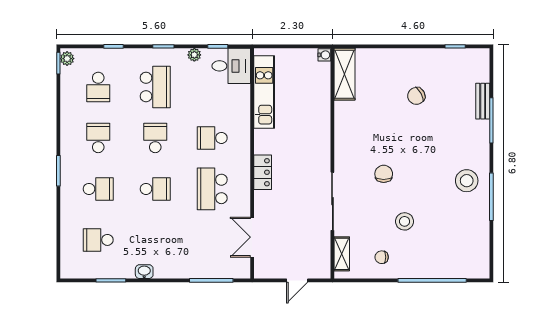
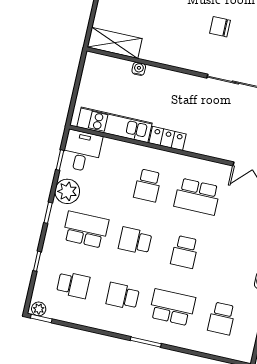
plant: (194, 55) -> (67, 191), width x1.88, depth x1.88
water cooler: (324, 55) -> (139, 69), moved
locker: (263, 172) -> (168, 138), moved
school desk: (98, 189) -> (172, 307), width x1.85
school desk: (155, 189) -> (185, 252), turned 180

